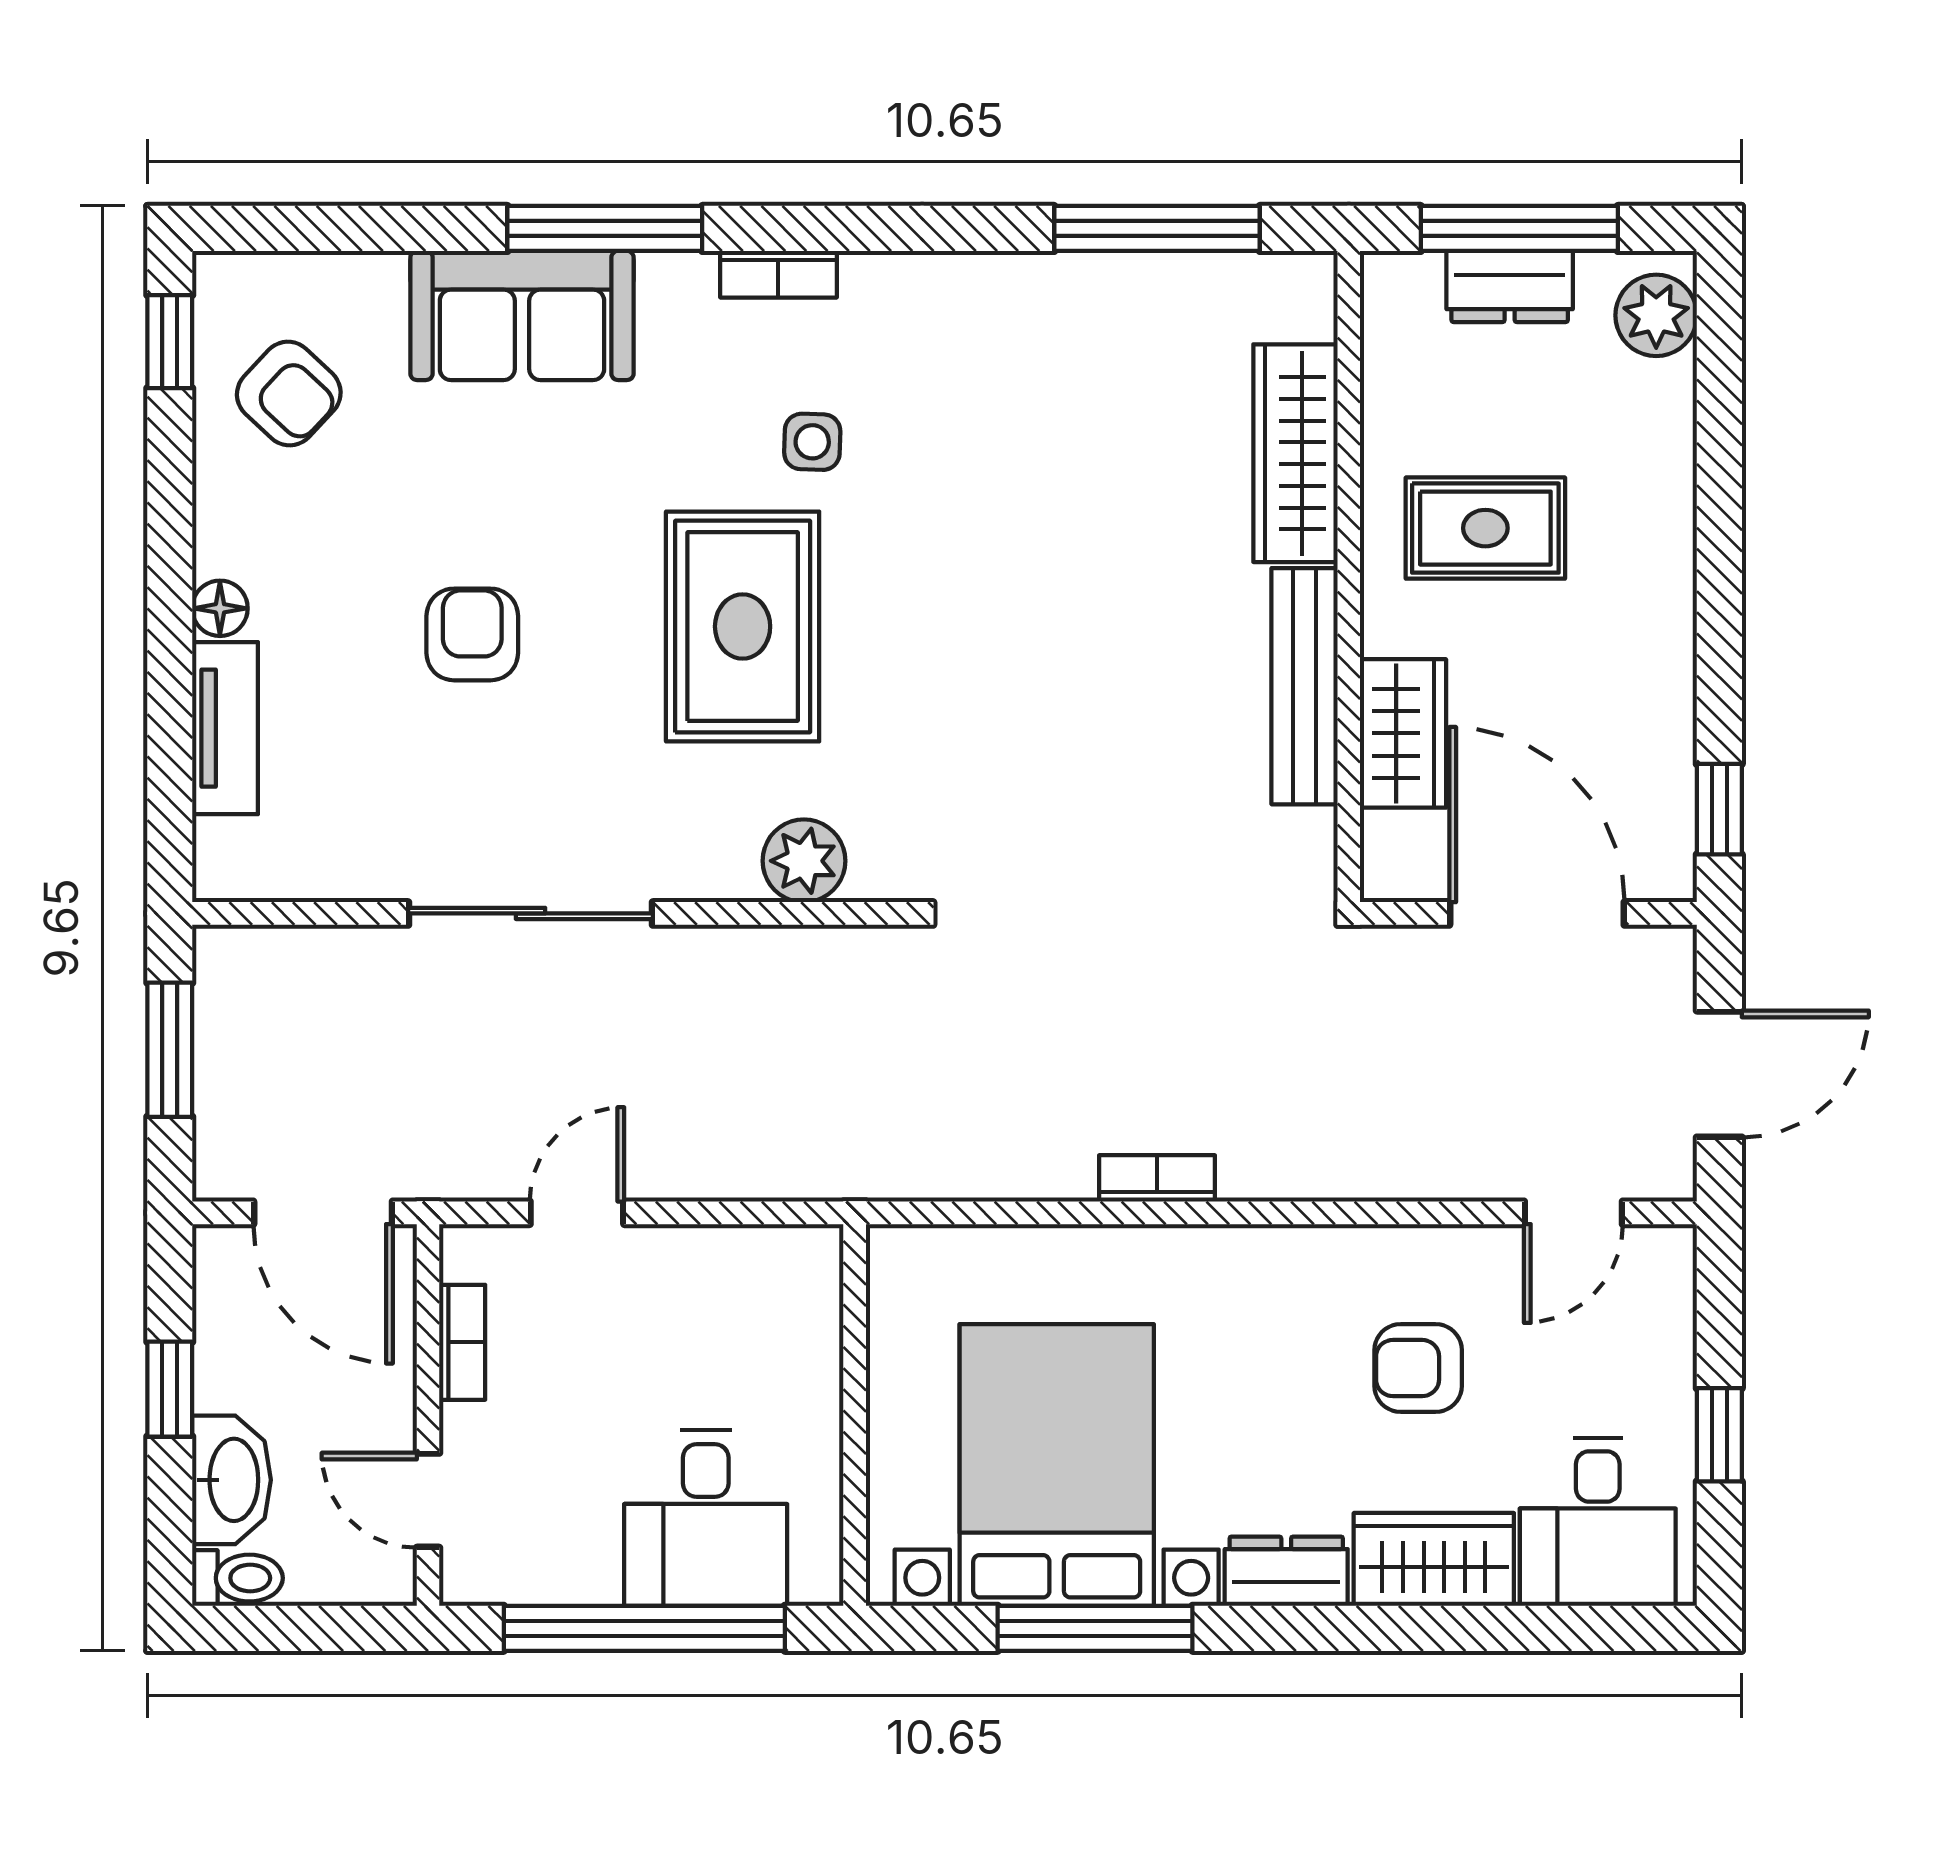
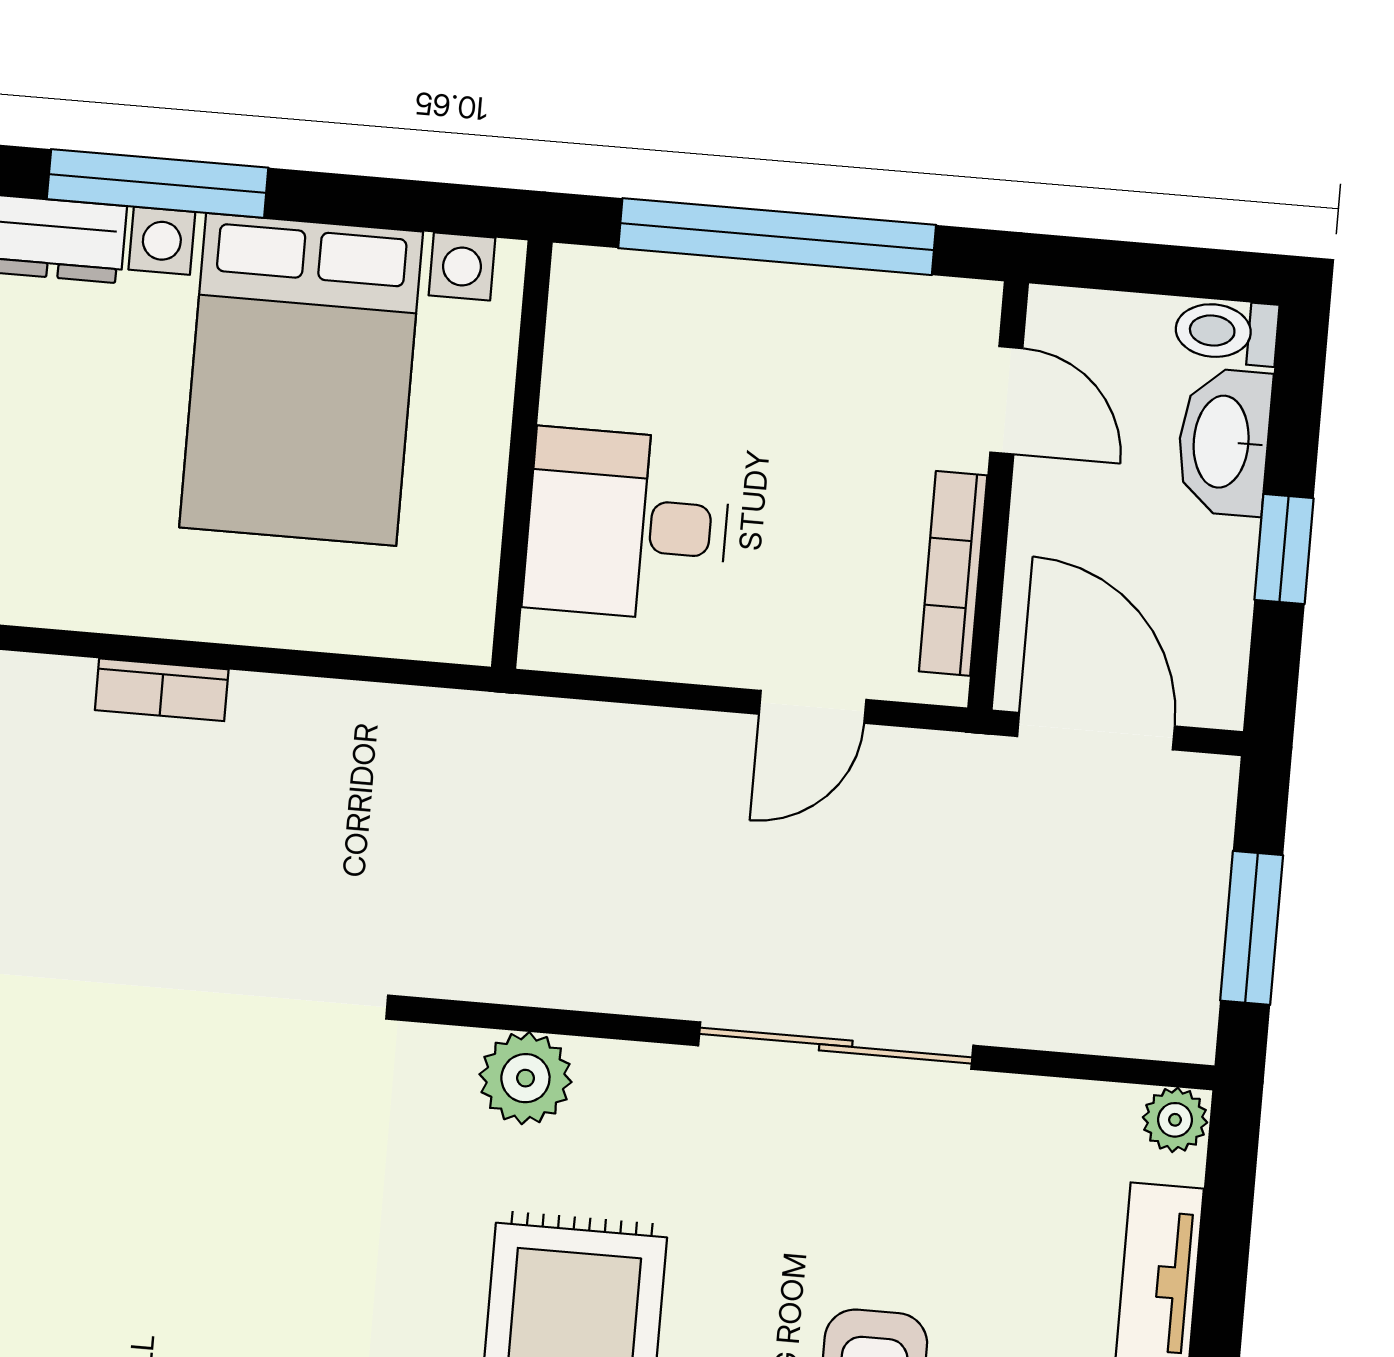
plant: (223, 873) -> (1175, 1120), added
bookcase: (462, 1342) -> (953, 573), width x1.56
desk: (706, 1518) -> (627, 525), moved, turned -90
window: (1095, 1628) -> (158, 183), moved

